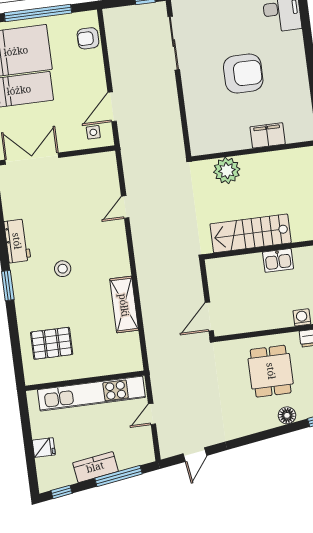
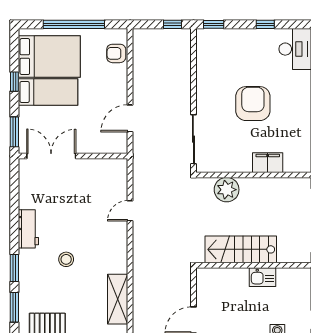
sliding door: (174, 43) -> (193, 139), moved
armchair: (243, 74) -> (253, 104), turned -90
side table: (93, 132) -> (110, 139), removed
window: (13, 328) -> (14, 307), added

